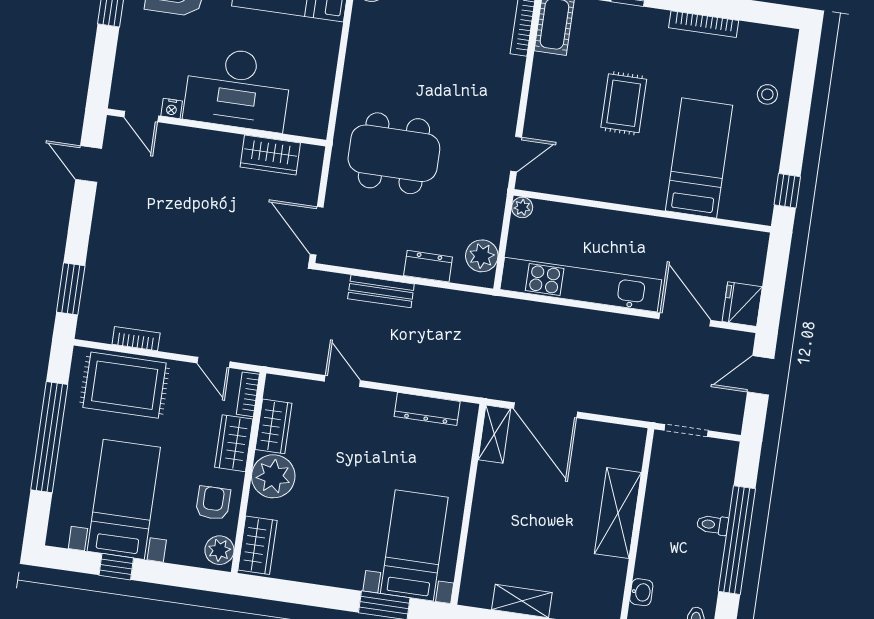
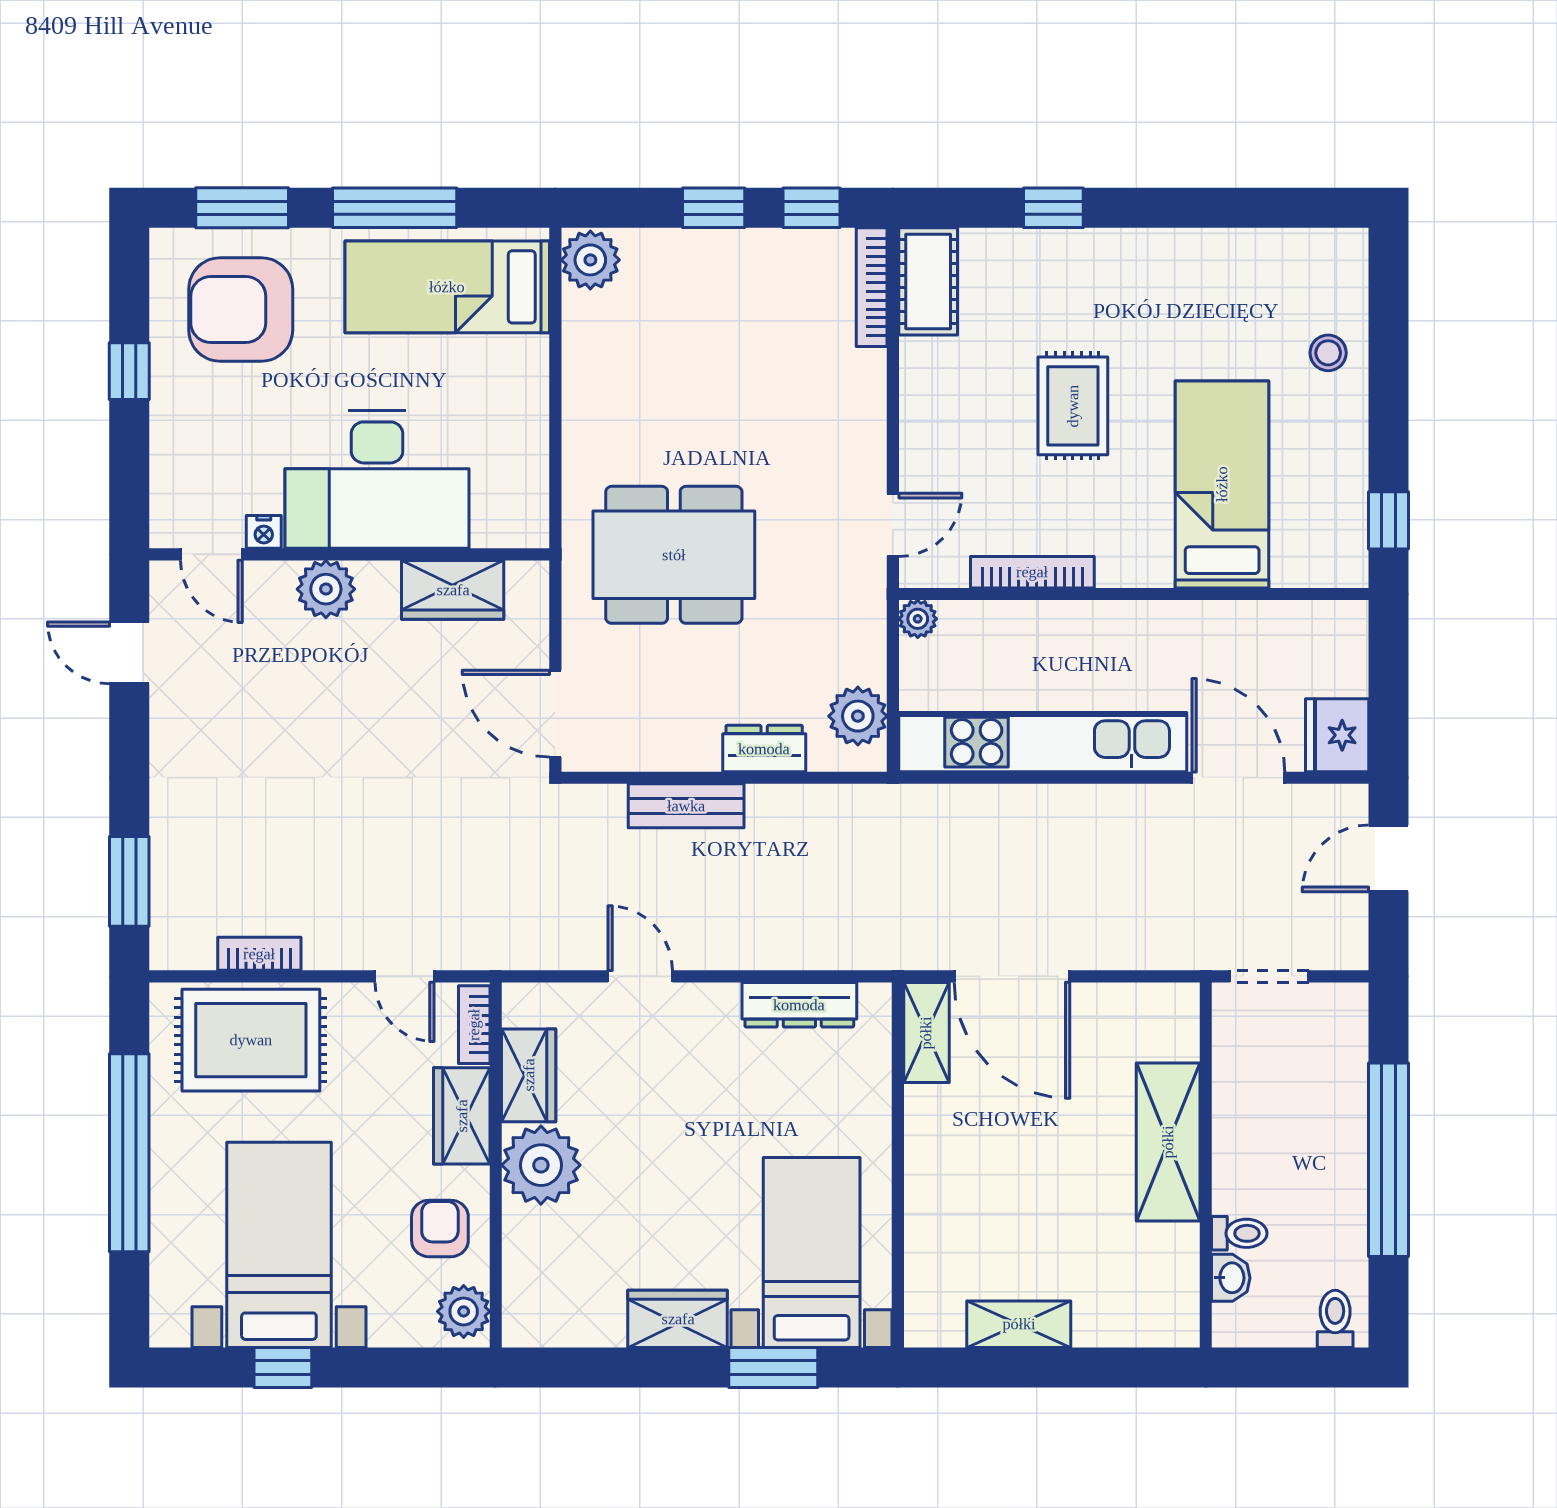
bookcase: (704, 24) -> (1032, 572), moved, turned 180
plant: (201, 145) -> (326, 589), added
toilet: (713, 525) -> (1239, 1233), moved, turned 180
wardrobe: (257, 545) -> (678, 1319), moved, turned -90

